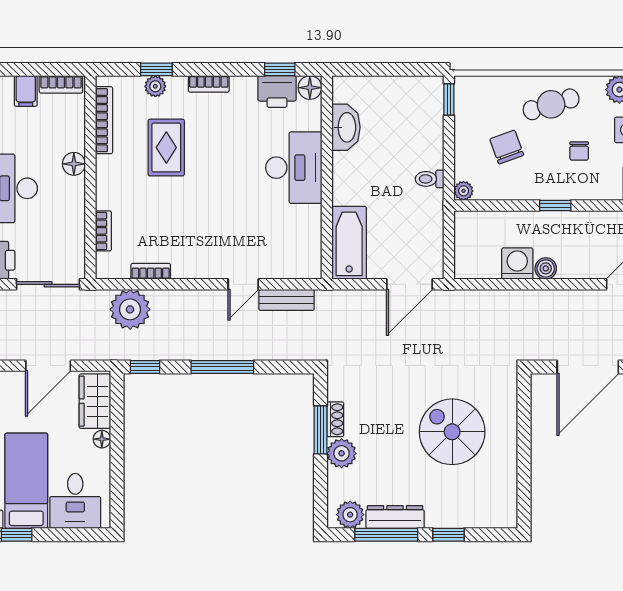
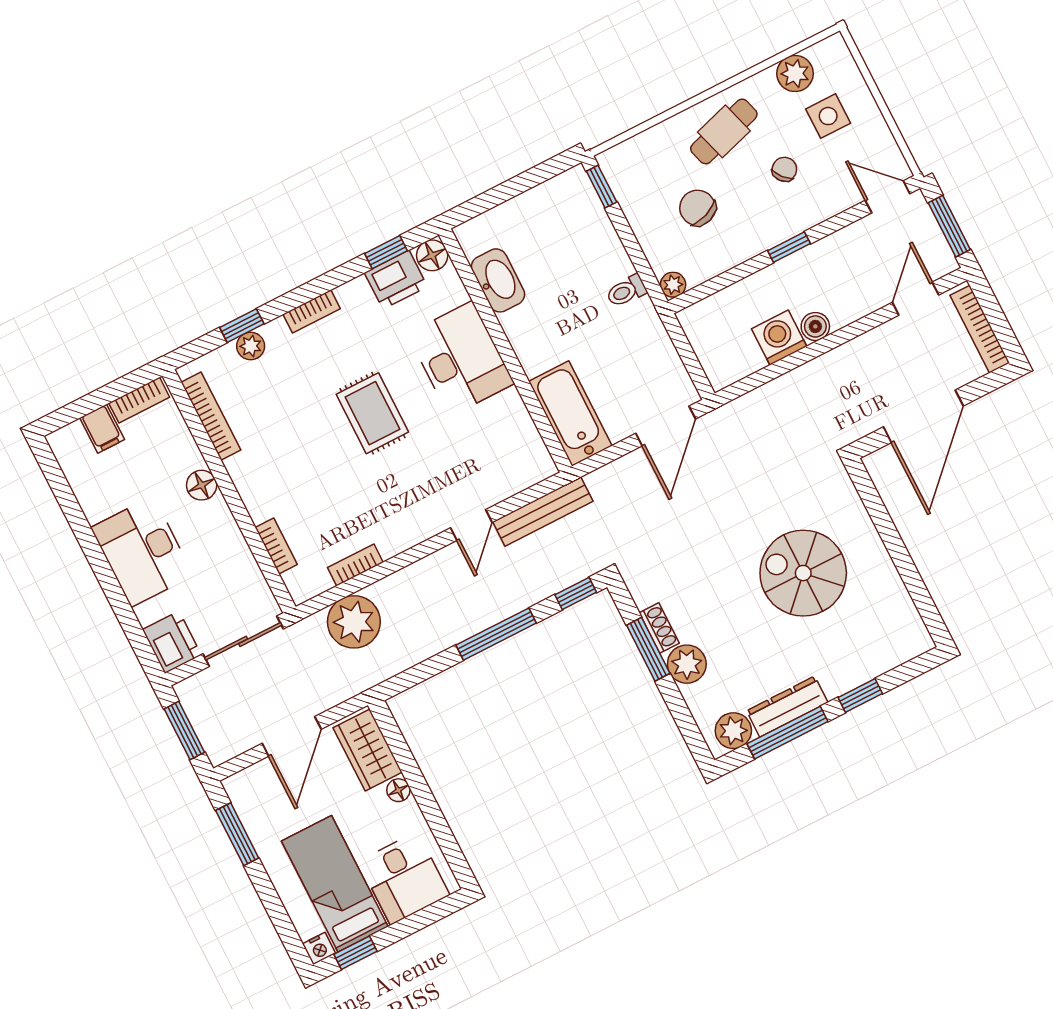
rug: (166, 148) -> (372, 413), moved
chair: (579, 151) -> (784, 169), turned -131
bench: (287, 300) -> (543, 512), width x1.36
window: (145, 367) -> (576, 593), moved

